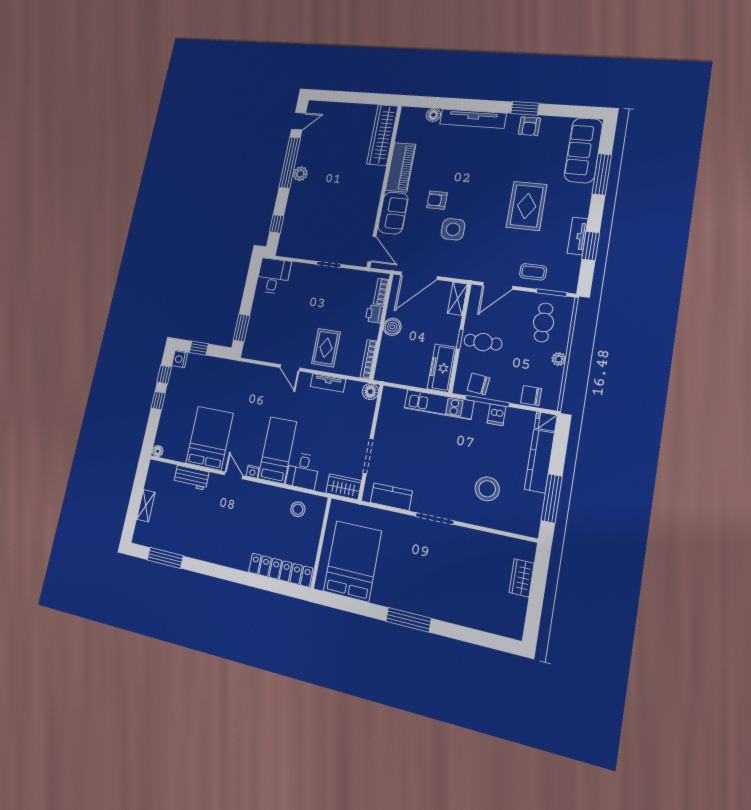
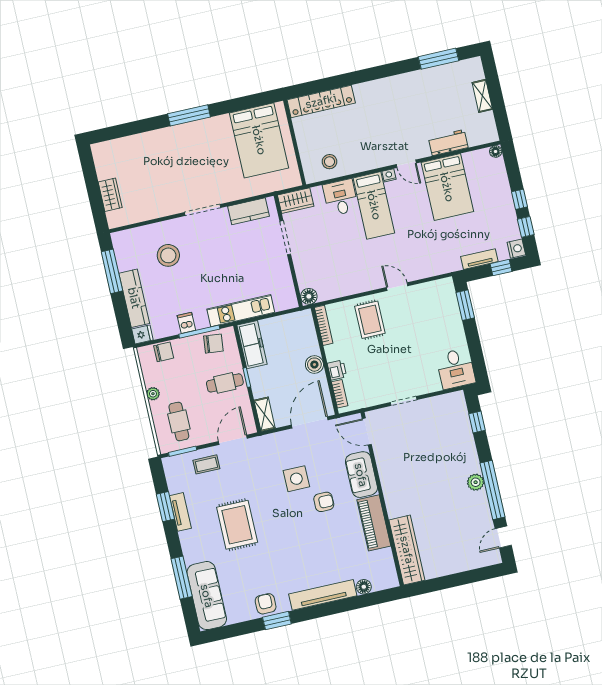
tv unit: (328, 383) -> (479, 259), moved

